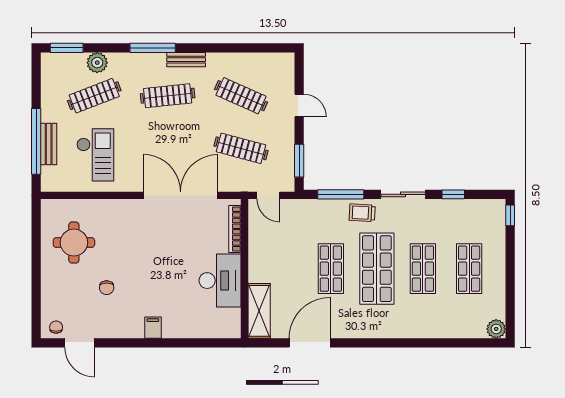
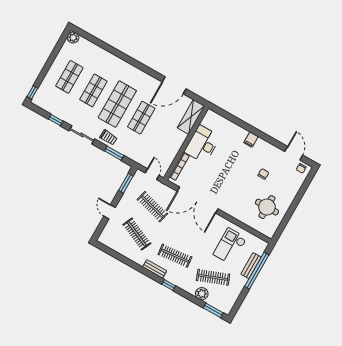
window: (153, 48) -> (169, 285), width x0.46
window: (341, 194) -> (114, 153), width x0.69

